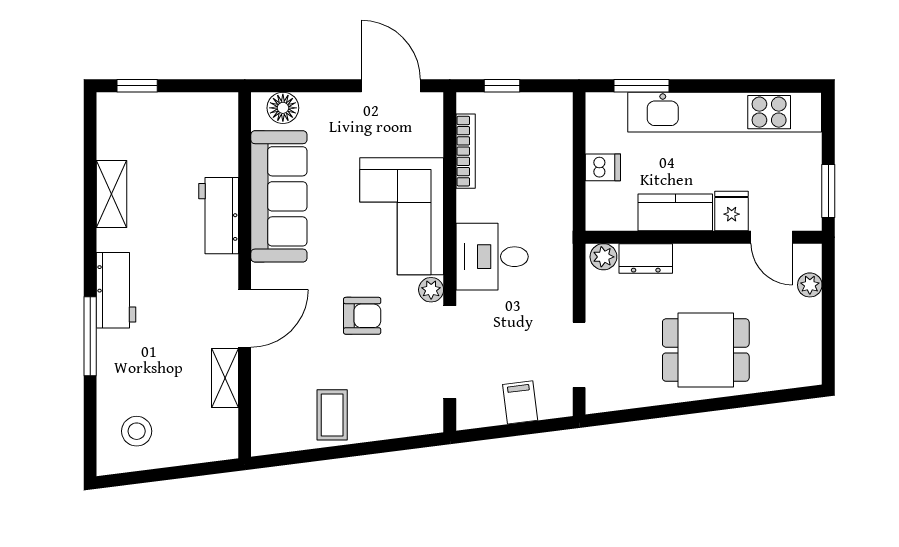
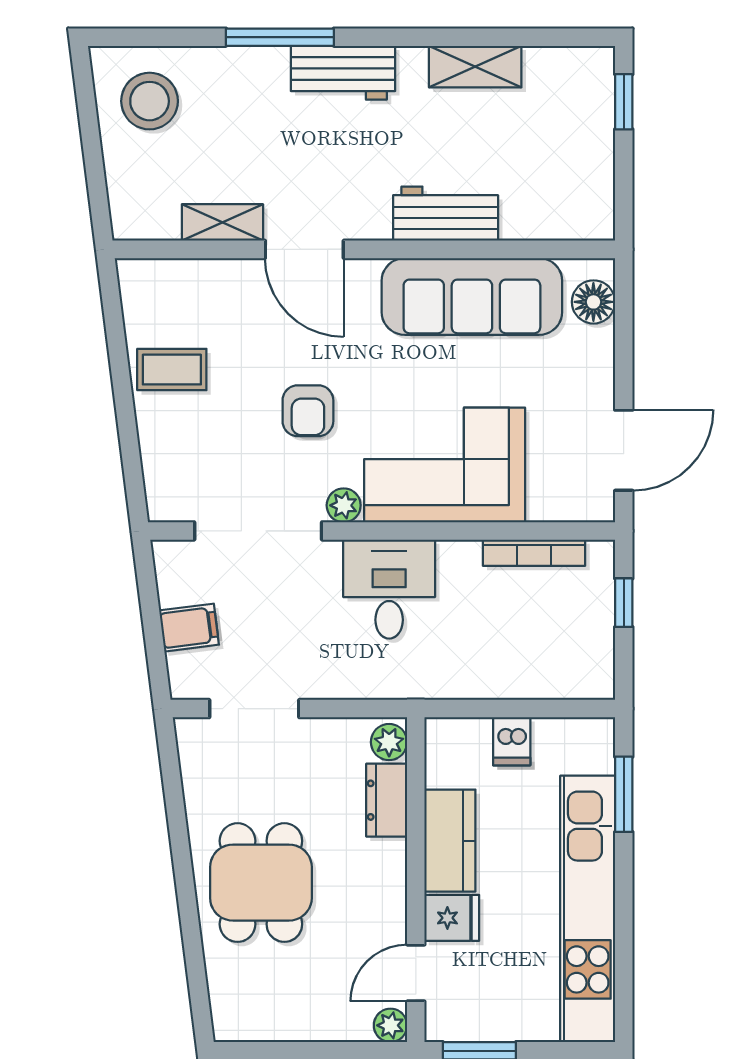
plant: (810, 285) -> (390, 1025), moved
stool: (137, 431) -> (150, 101), width x1.38, depth x1.38

